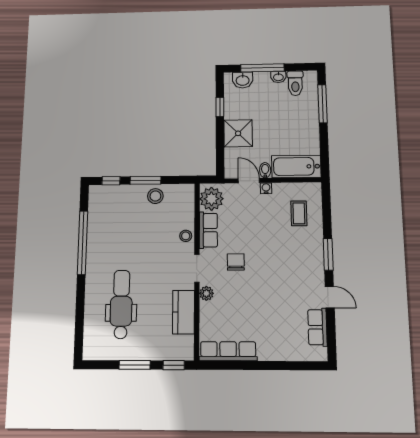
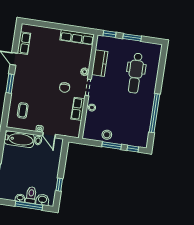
toilet: (295, 83) -> (31, 195), moved
shower: (238, 133) -> (51, 166), removed
plant: (211, 199) -> (73, 128), removed

